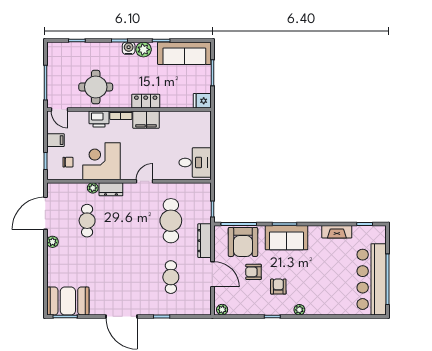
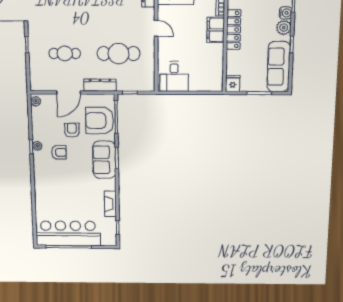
locker: (146, 101) -> (234, 30), width x1.53
plant: (299, 310) -> (37, 146), moved

